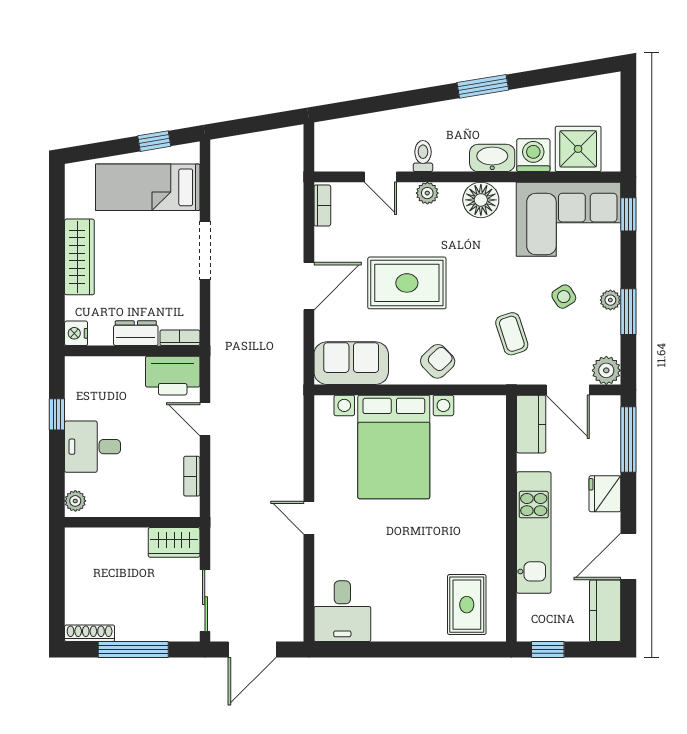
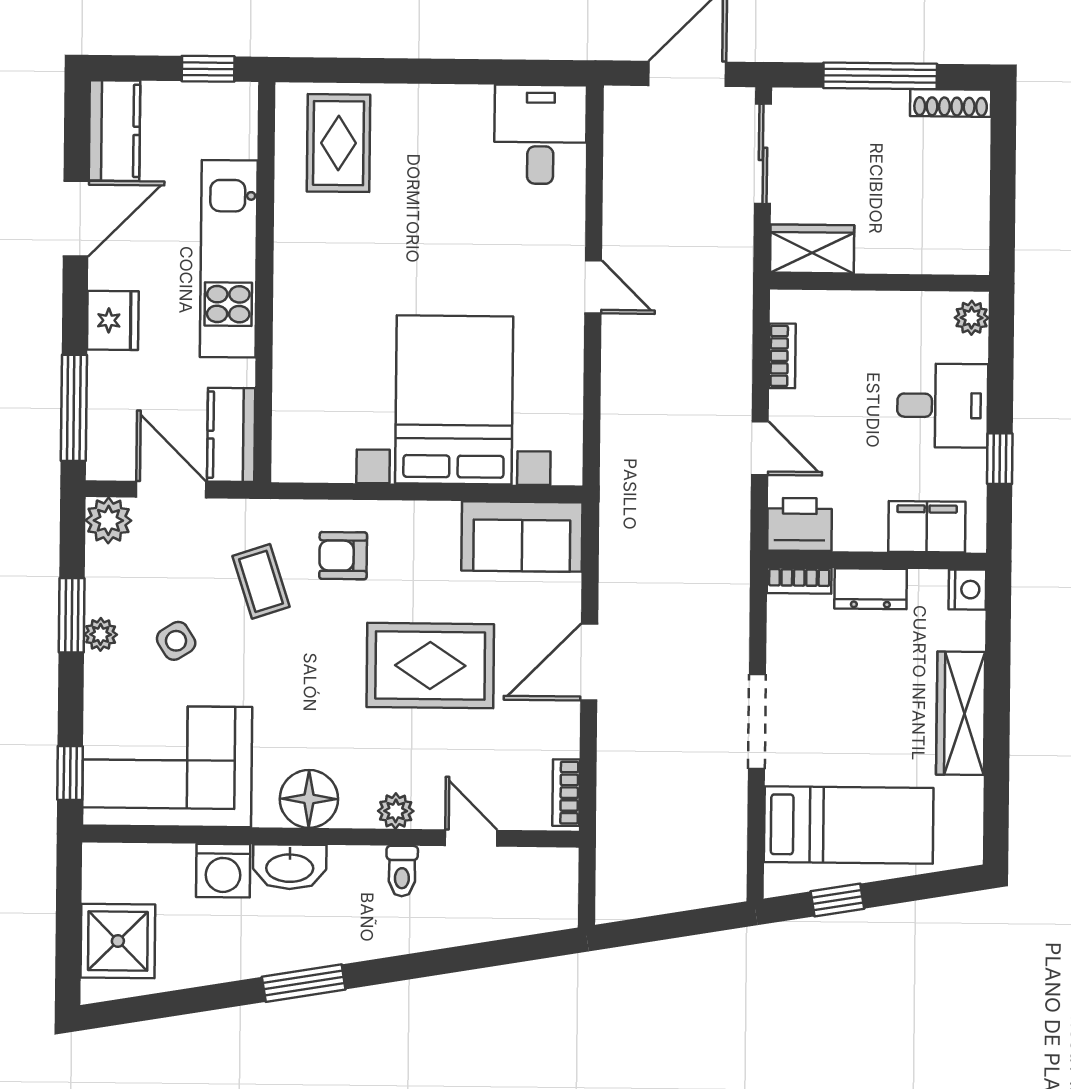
shower: (578, 149) -> (118, 941), moved
armchair: (438, 361) -> (343, 556), moved, turned 44
filing cabinet: (101, 372) -> (927, 527), added
printer: (173, 376) -> (800, 524), width x0.73, depth x0.84

